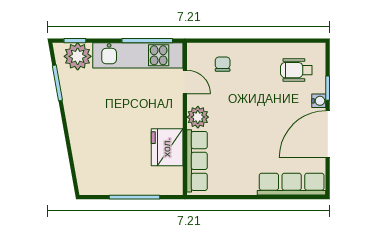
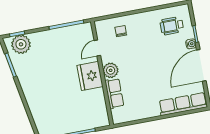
kitchen unit: (138, 55) -> (62, 36), removed
door: (185, 82) -> (97, 48), swing flipped
fridge: (167, 147) -> (90, 76), moved
row of seats: (197, 161) -> (114, 93), width x0.68

